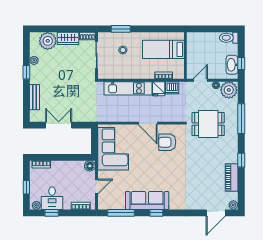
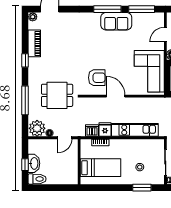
window: (241, 63) -> (25, 165), moved
washbasin: (232, 65) -> (34, 163), moved
sofa: (147, 200) -> (116, 21), width x0.73
window: (156, 213) -> (107, 9), width x2.17

